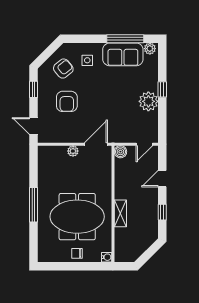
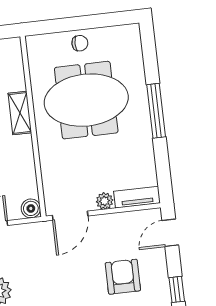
door: (33, 126) -> (170, 233), swing flipped
tv unit: (52, 151) -> (137, 197), added
water cooler: (107, 257) -> (33, 43), removed

